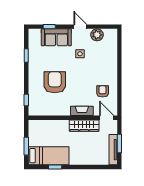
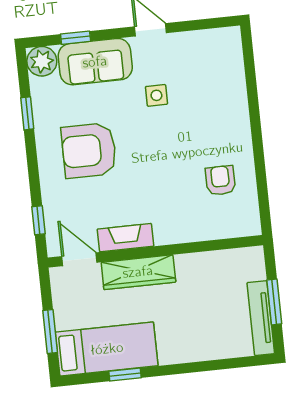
plant: (97, 35) -> (42, 61), moved
armchair: (55, 82) -> (89, 150), moved, turned -90
fireplace: (82, 111) -> (125, 238), moved
door: (107, 118) -> (79, 259), moved
wardrobe: (84, 126) -> (138, 272), moved

